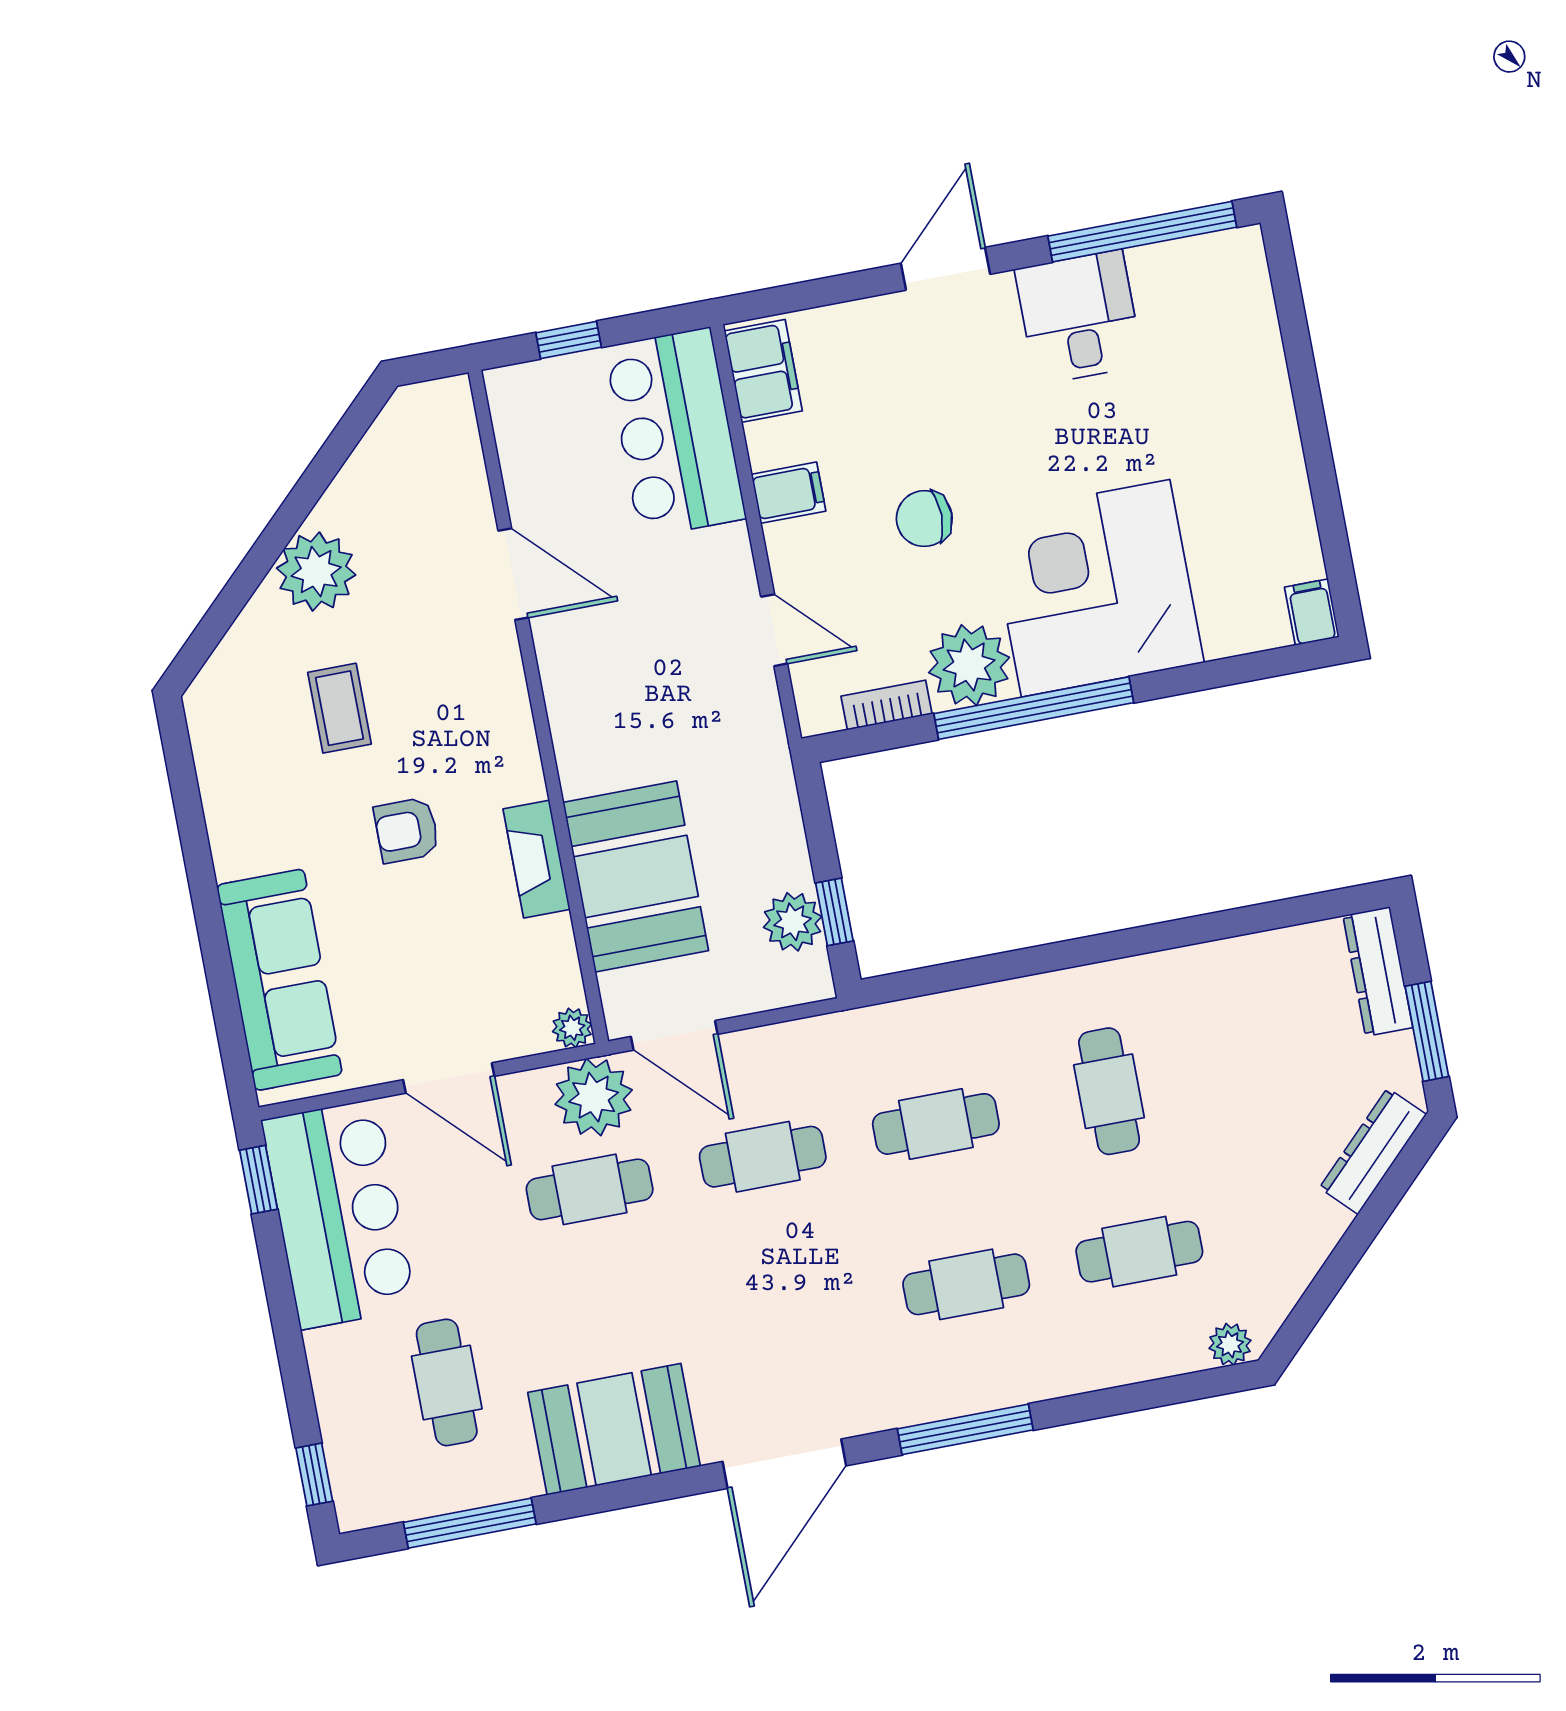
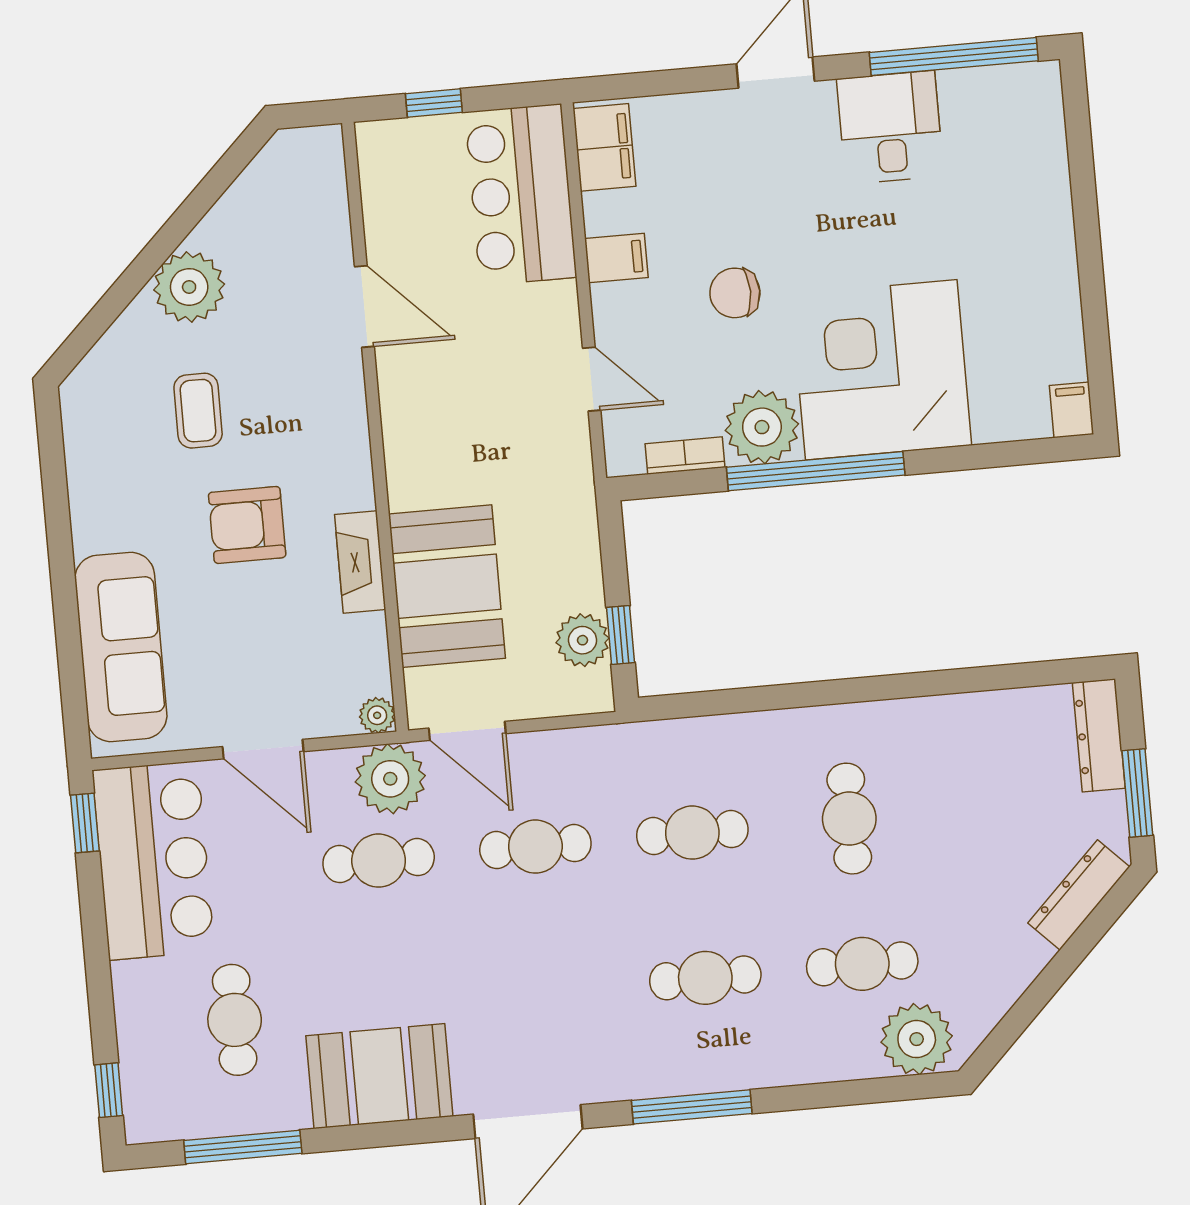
armchair: (407, 830) -> (247, 525), width x1.38, depth x1.38
plant: (1230, 1344) -> (917, 1039), width x1.88, depth x1.88

